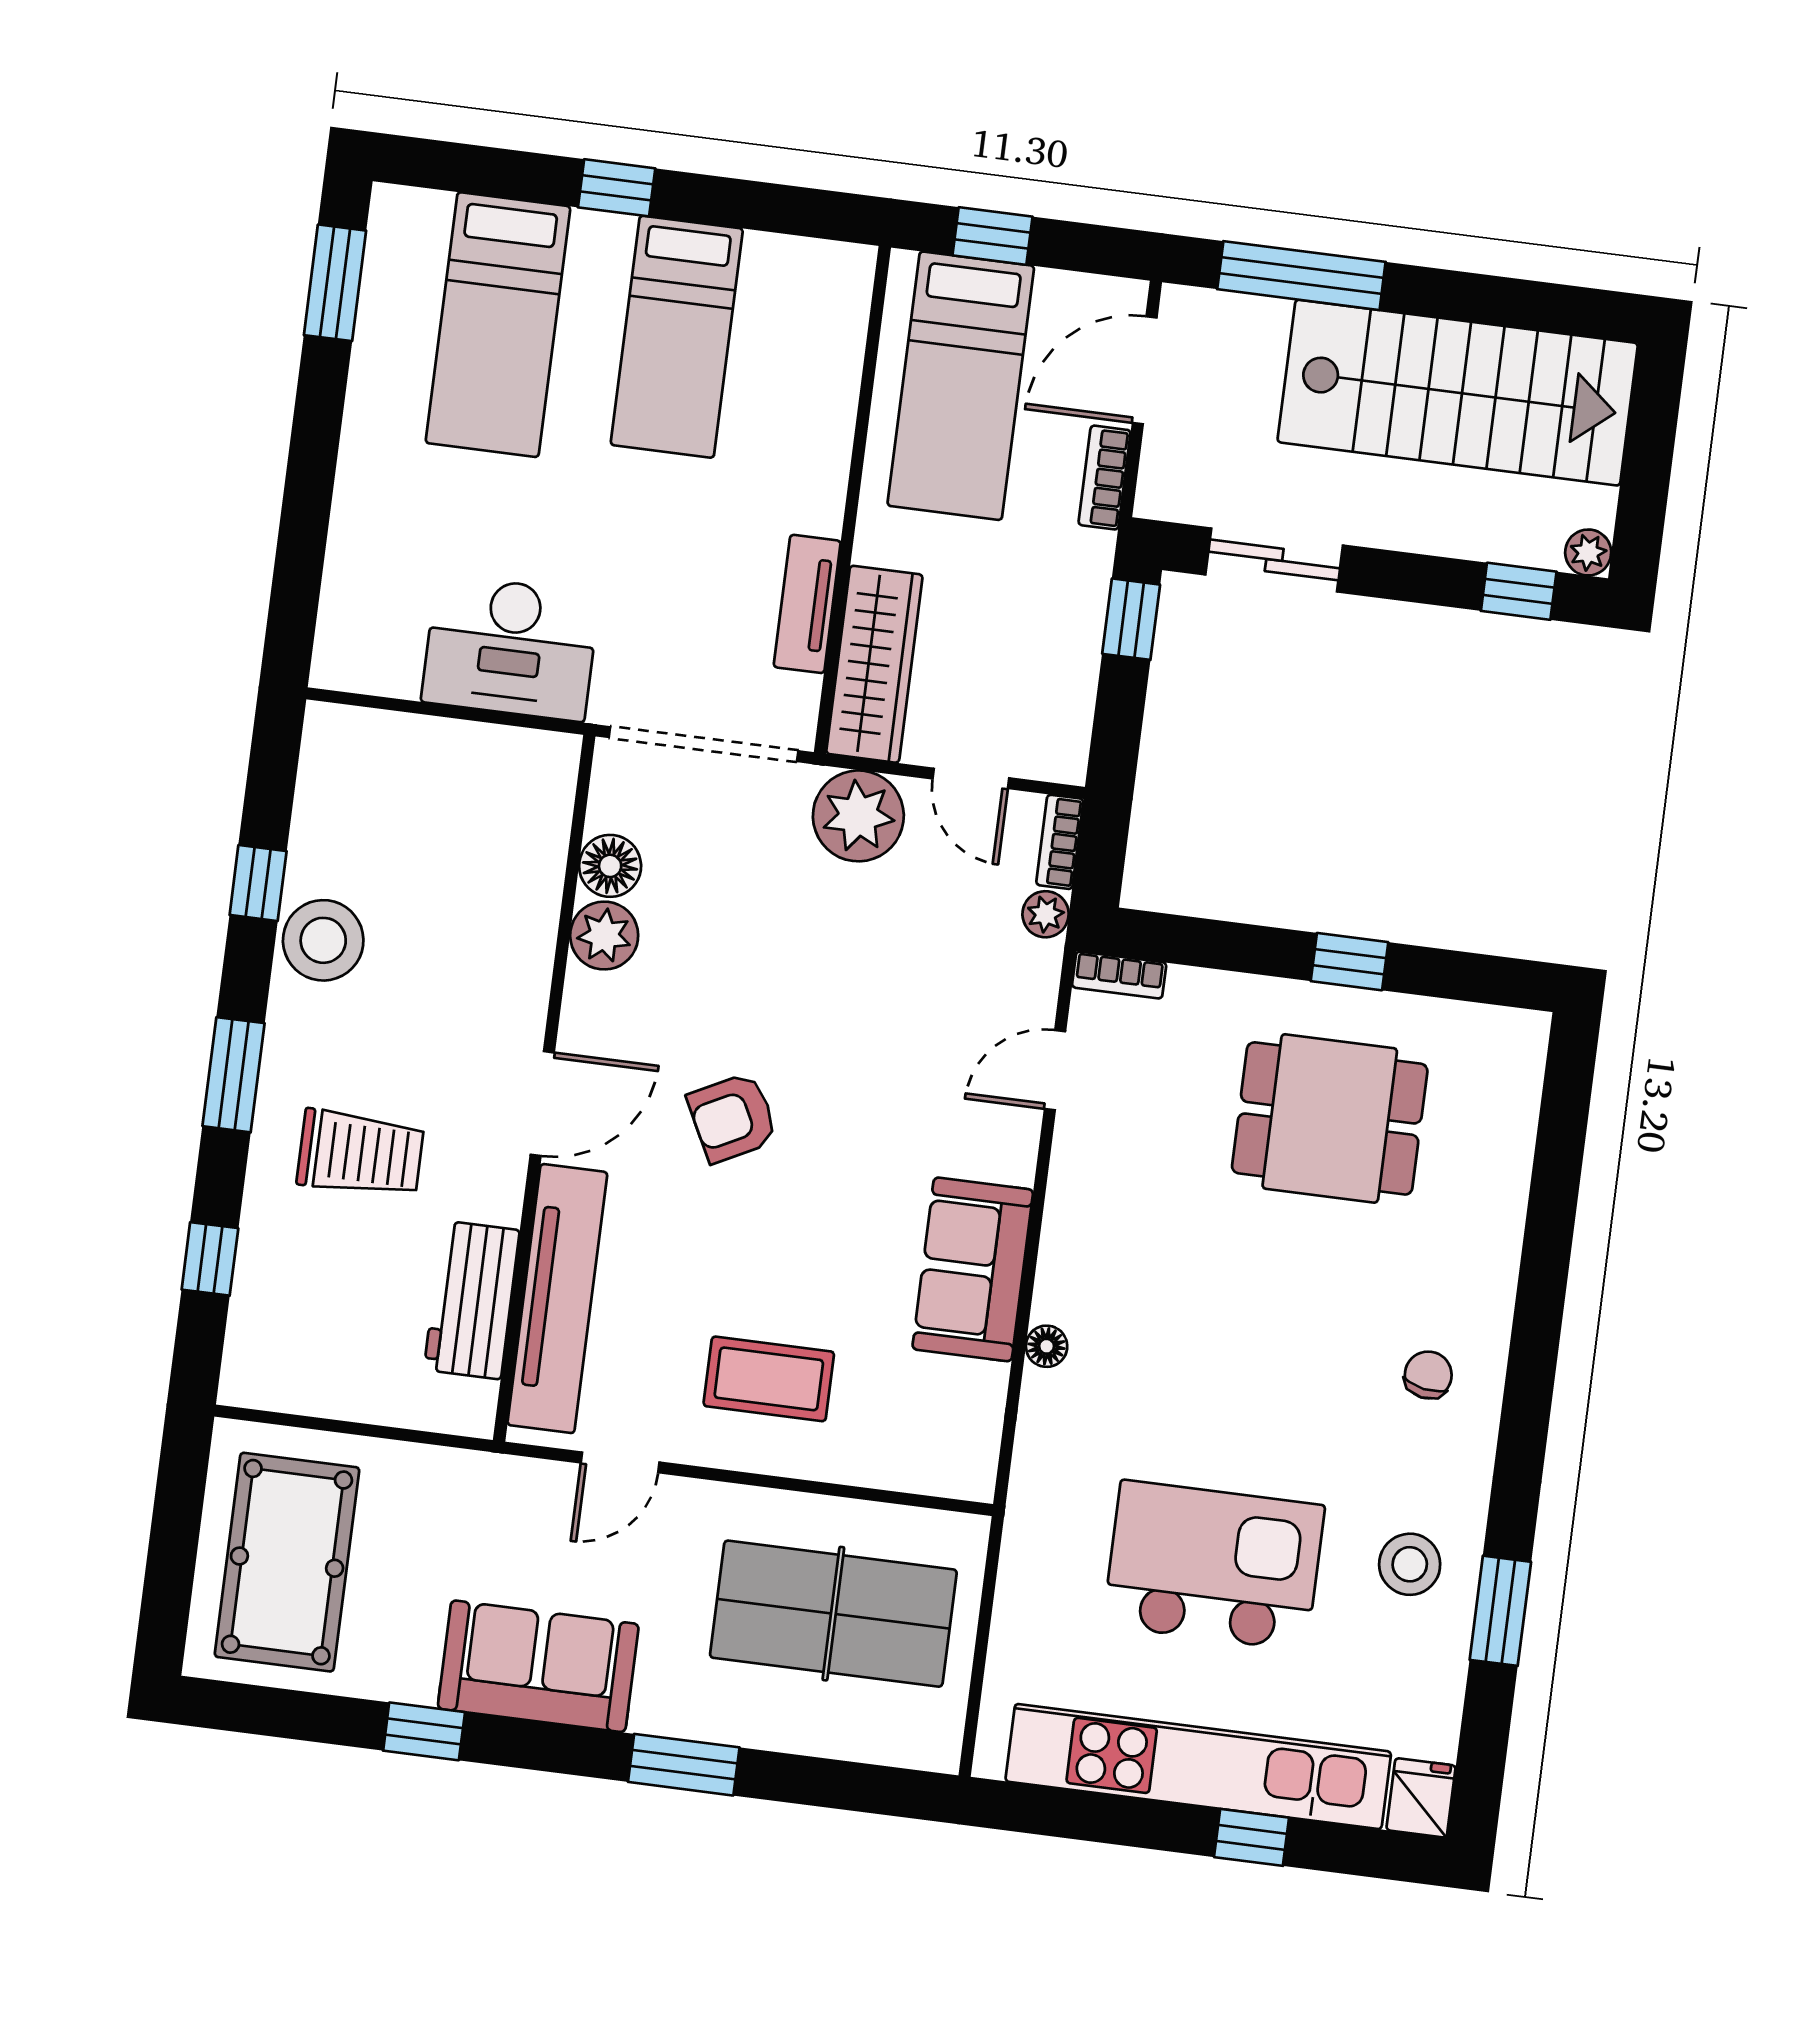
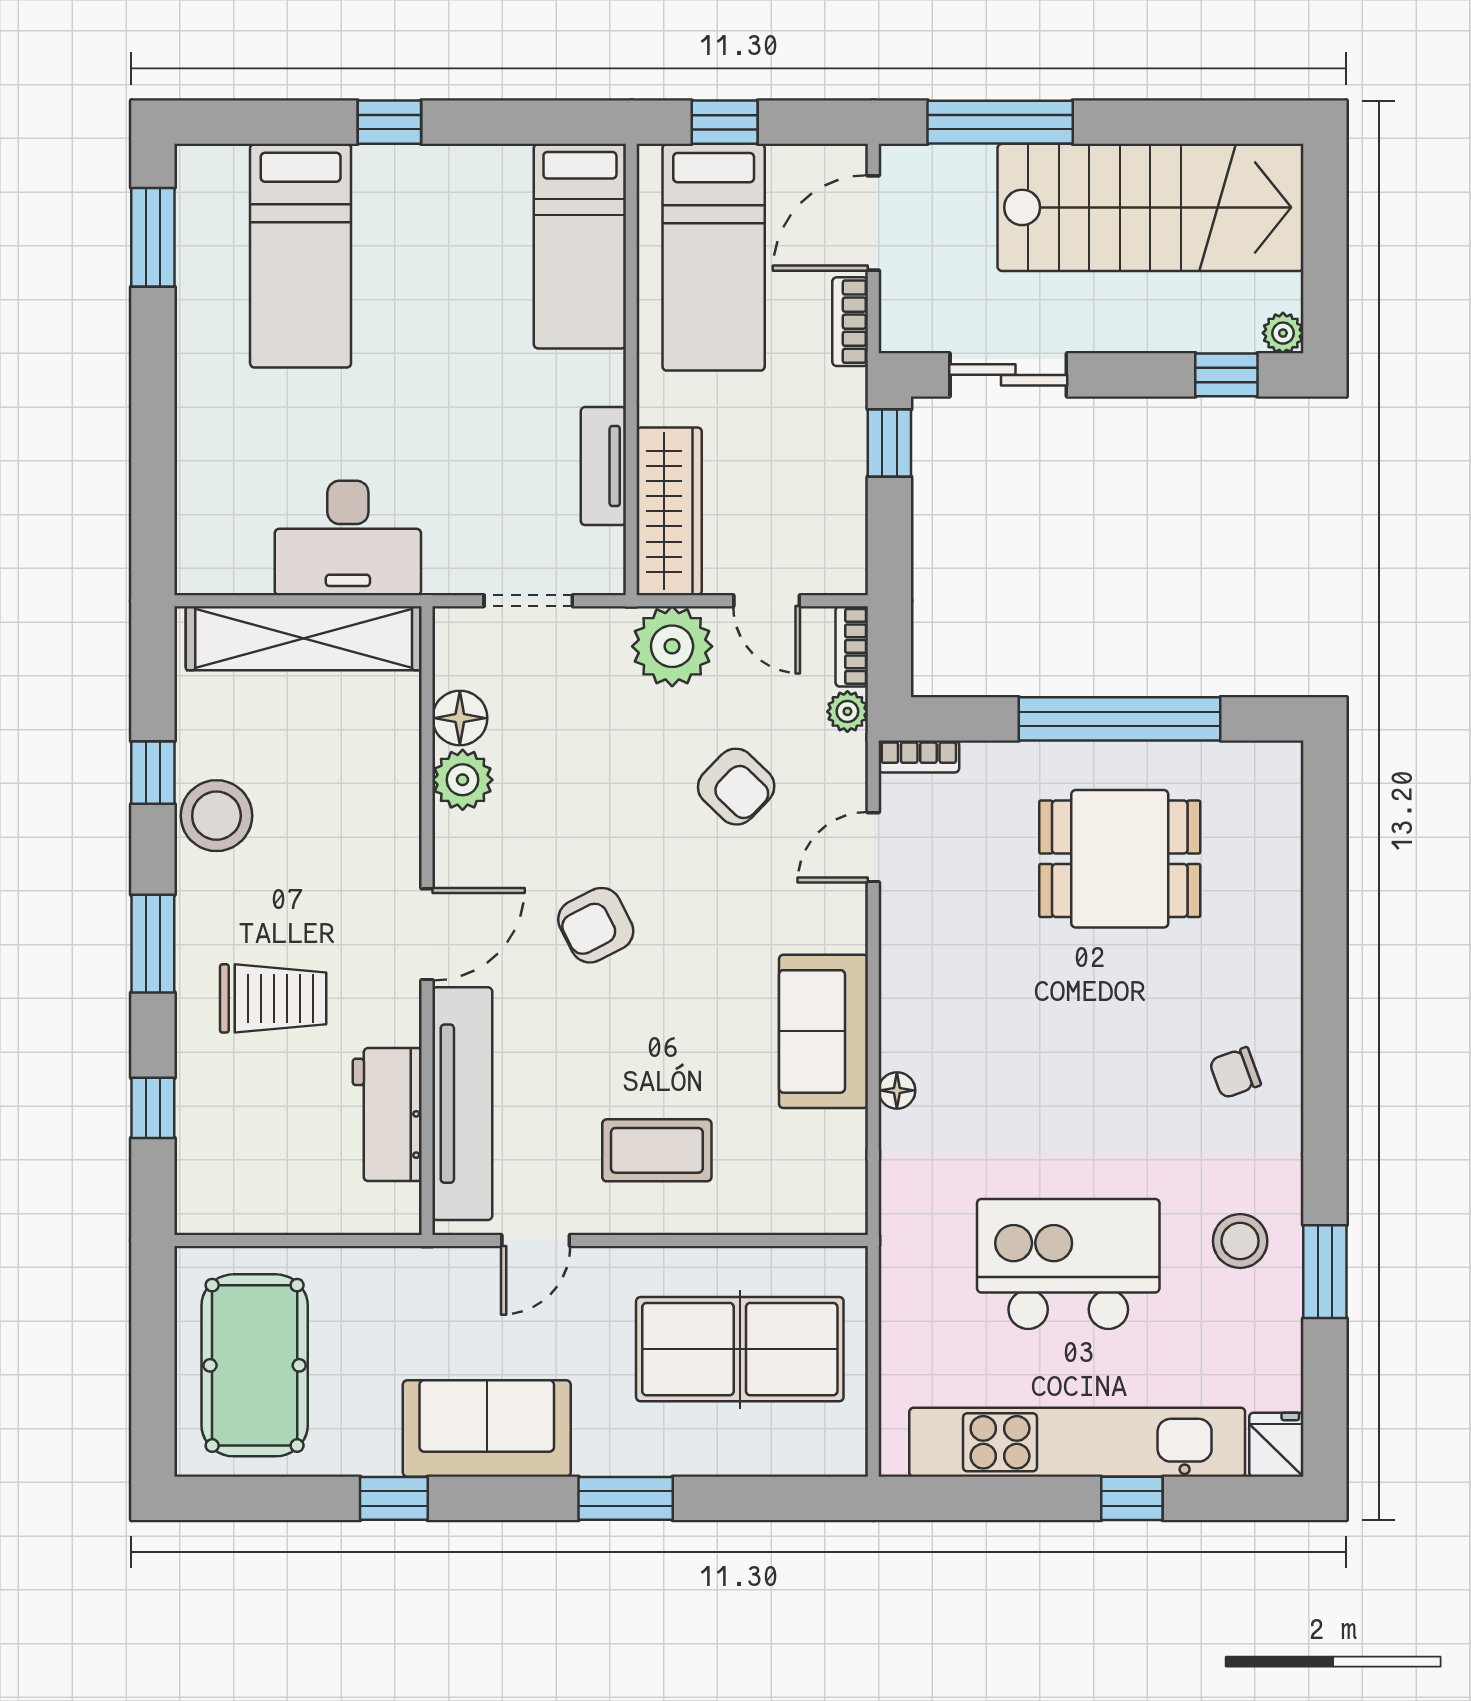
bed: (677, 337) -> (580, 246), moved
doorway: (704, 744) -> (528, 601), width x0.53
shelving: (447, 754) -> (304, 638), added
window: (1349, 962) -> (1119, 719), width x3.17
armchair: (910, 982) -> (736, 787), added
chair: (1428, 1375) -> (1235, 1073), turned -120

